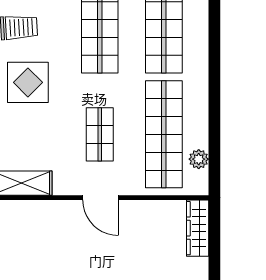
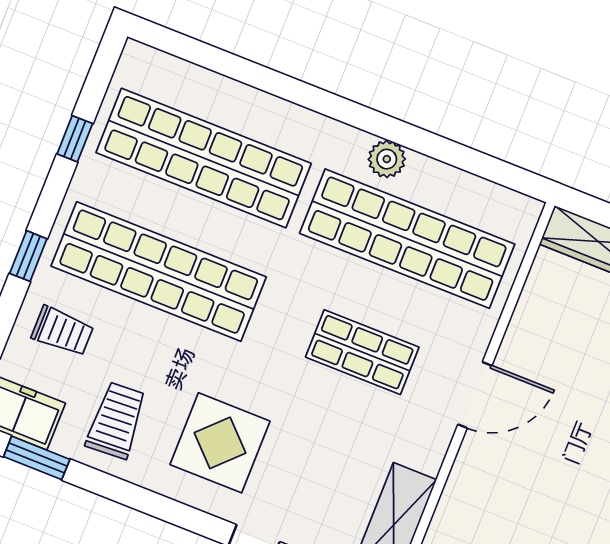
plant: (199, 159) -> (387, 159), moved

